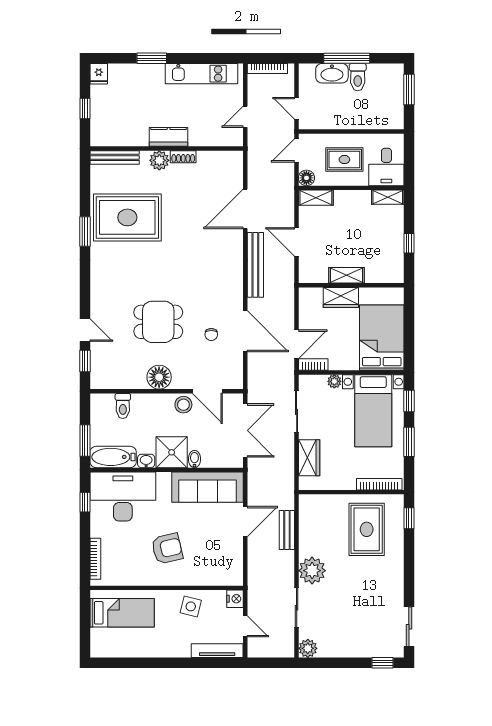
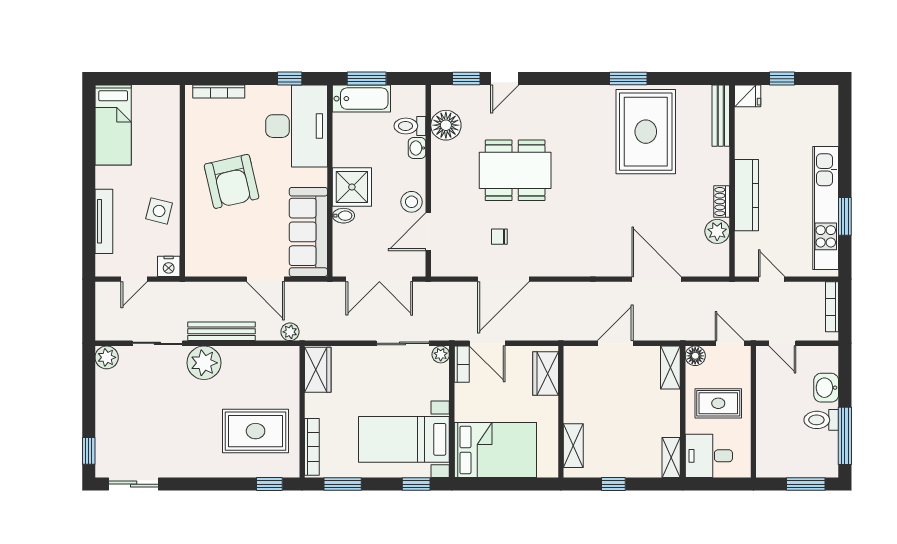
window: (152, 58) -> (845, 216), moved
window: (347, 58) -> (845, 436), moved
washbasin: (332, 73) -> (826, 388), width x0.72
fridge: (99, 74) -> (748, 96), moved, turned 180
kitchen unit: (201, 74) -> (826, 208), width x1.36
door: (297, 108) -> (782, 343), swing flipped
kitchen counter: (169, 137) -> (746, 195), width x1.50
plant: (159, 160) -> (717, 231), moved
rug: (344, 160) -> (718, 403), turned 90
bench: (255, 265) -> (586, 292), removed
shelving: (346, 275) -> (573, 446), moved
wardrobe: (341, 297) -> (546, 374), moved
dining table: (158, 322) -> (515, 170), width x1.38
floor lamp: (159, 377) -> (446, 125), moved
plant: (334, 381) -> (441, 354), moved
window: (409, 442) -> (343, 484), moved
bathtub: (113, 457) -> (361, 99), moved, turned 90
wardrobe: (309, 458) -> (318, 370), moved, turned -90
washbasin: (146, 461) -> (417, 148), moved, turned 180
plant: (287, 502) -> (290, 332), added
bench: (287, 530) -> (222, 331), moved, width x1.36
armchair: (167, 549) -> (232, 181), width x1.36, depth x1.36
bed: (122, 613) -> (113, 125), moved
tv unit: (217, 651) -> (104, 221), moved

